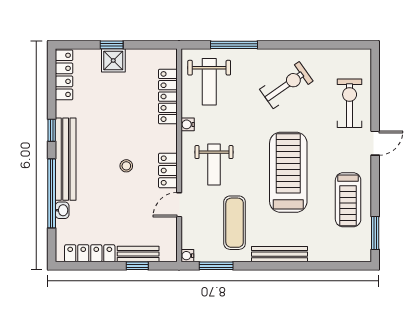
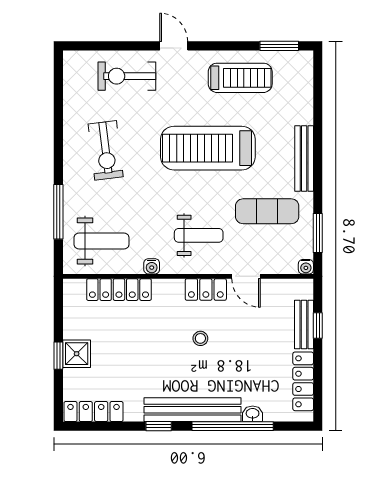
exercise bike: (286, 85) -> (106, 150), turned -152

